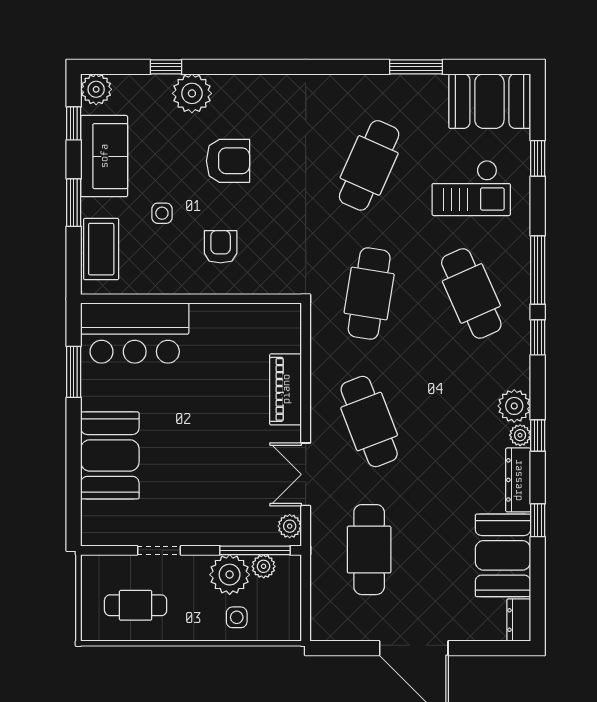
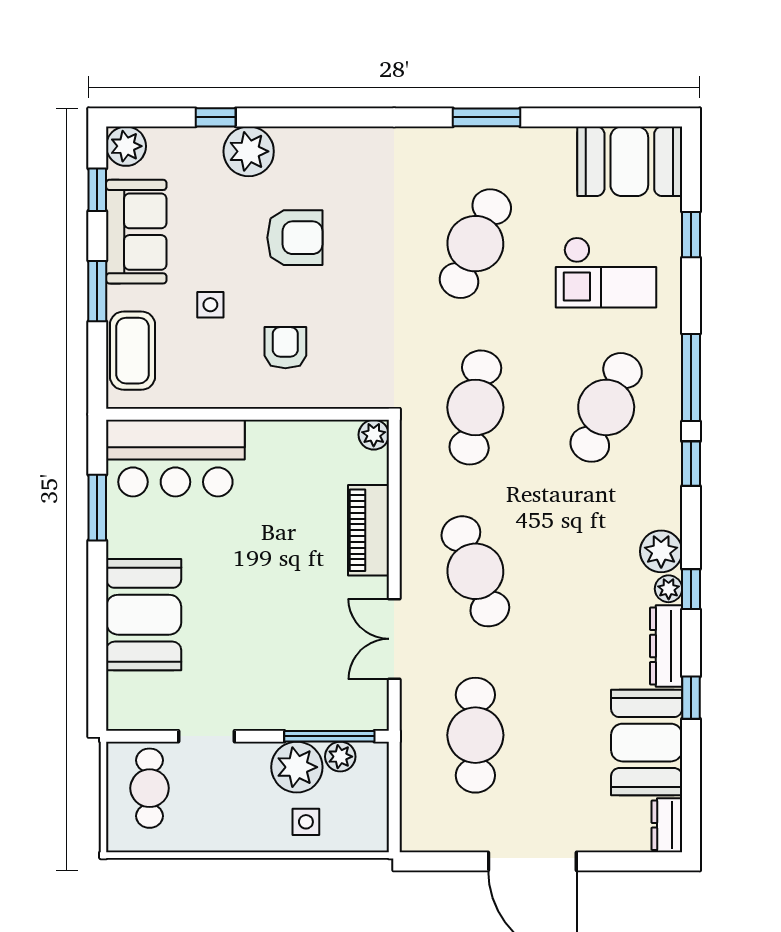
window: (416, 67) -> (486, 117), moved
cafe table: (471, 293) -> (606, 407), turned 48
plant: (290, 526) -> (374, 435), moved
cafe table: (136, 605) -> (150, 788), moved, turned 90

